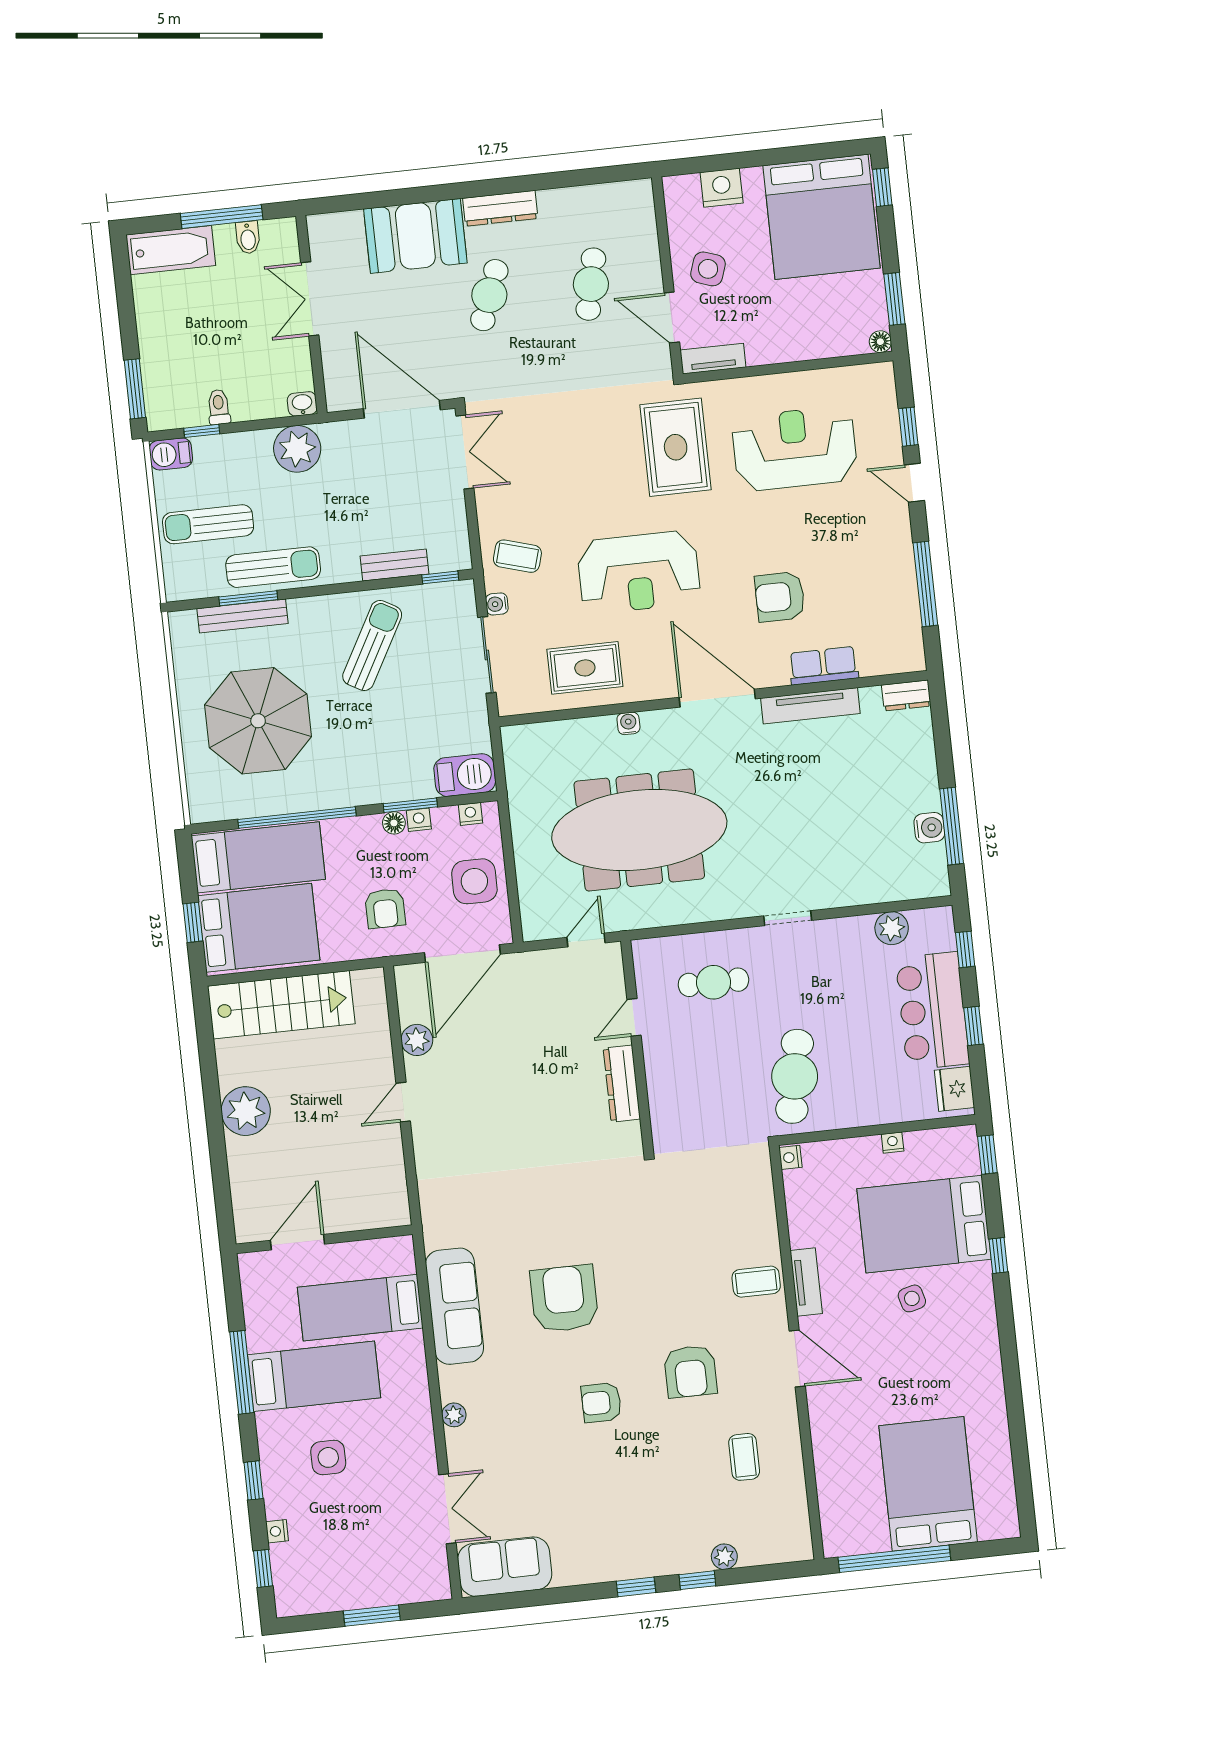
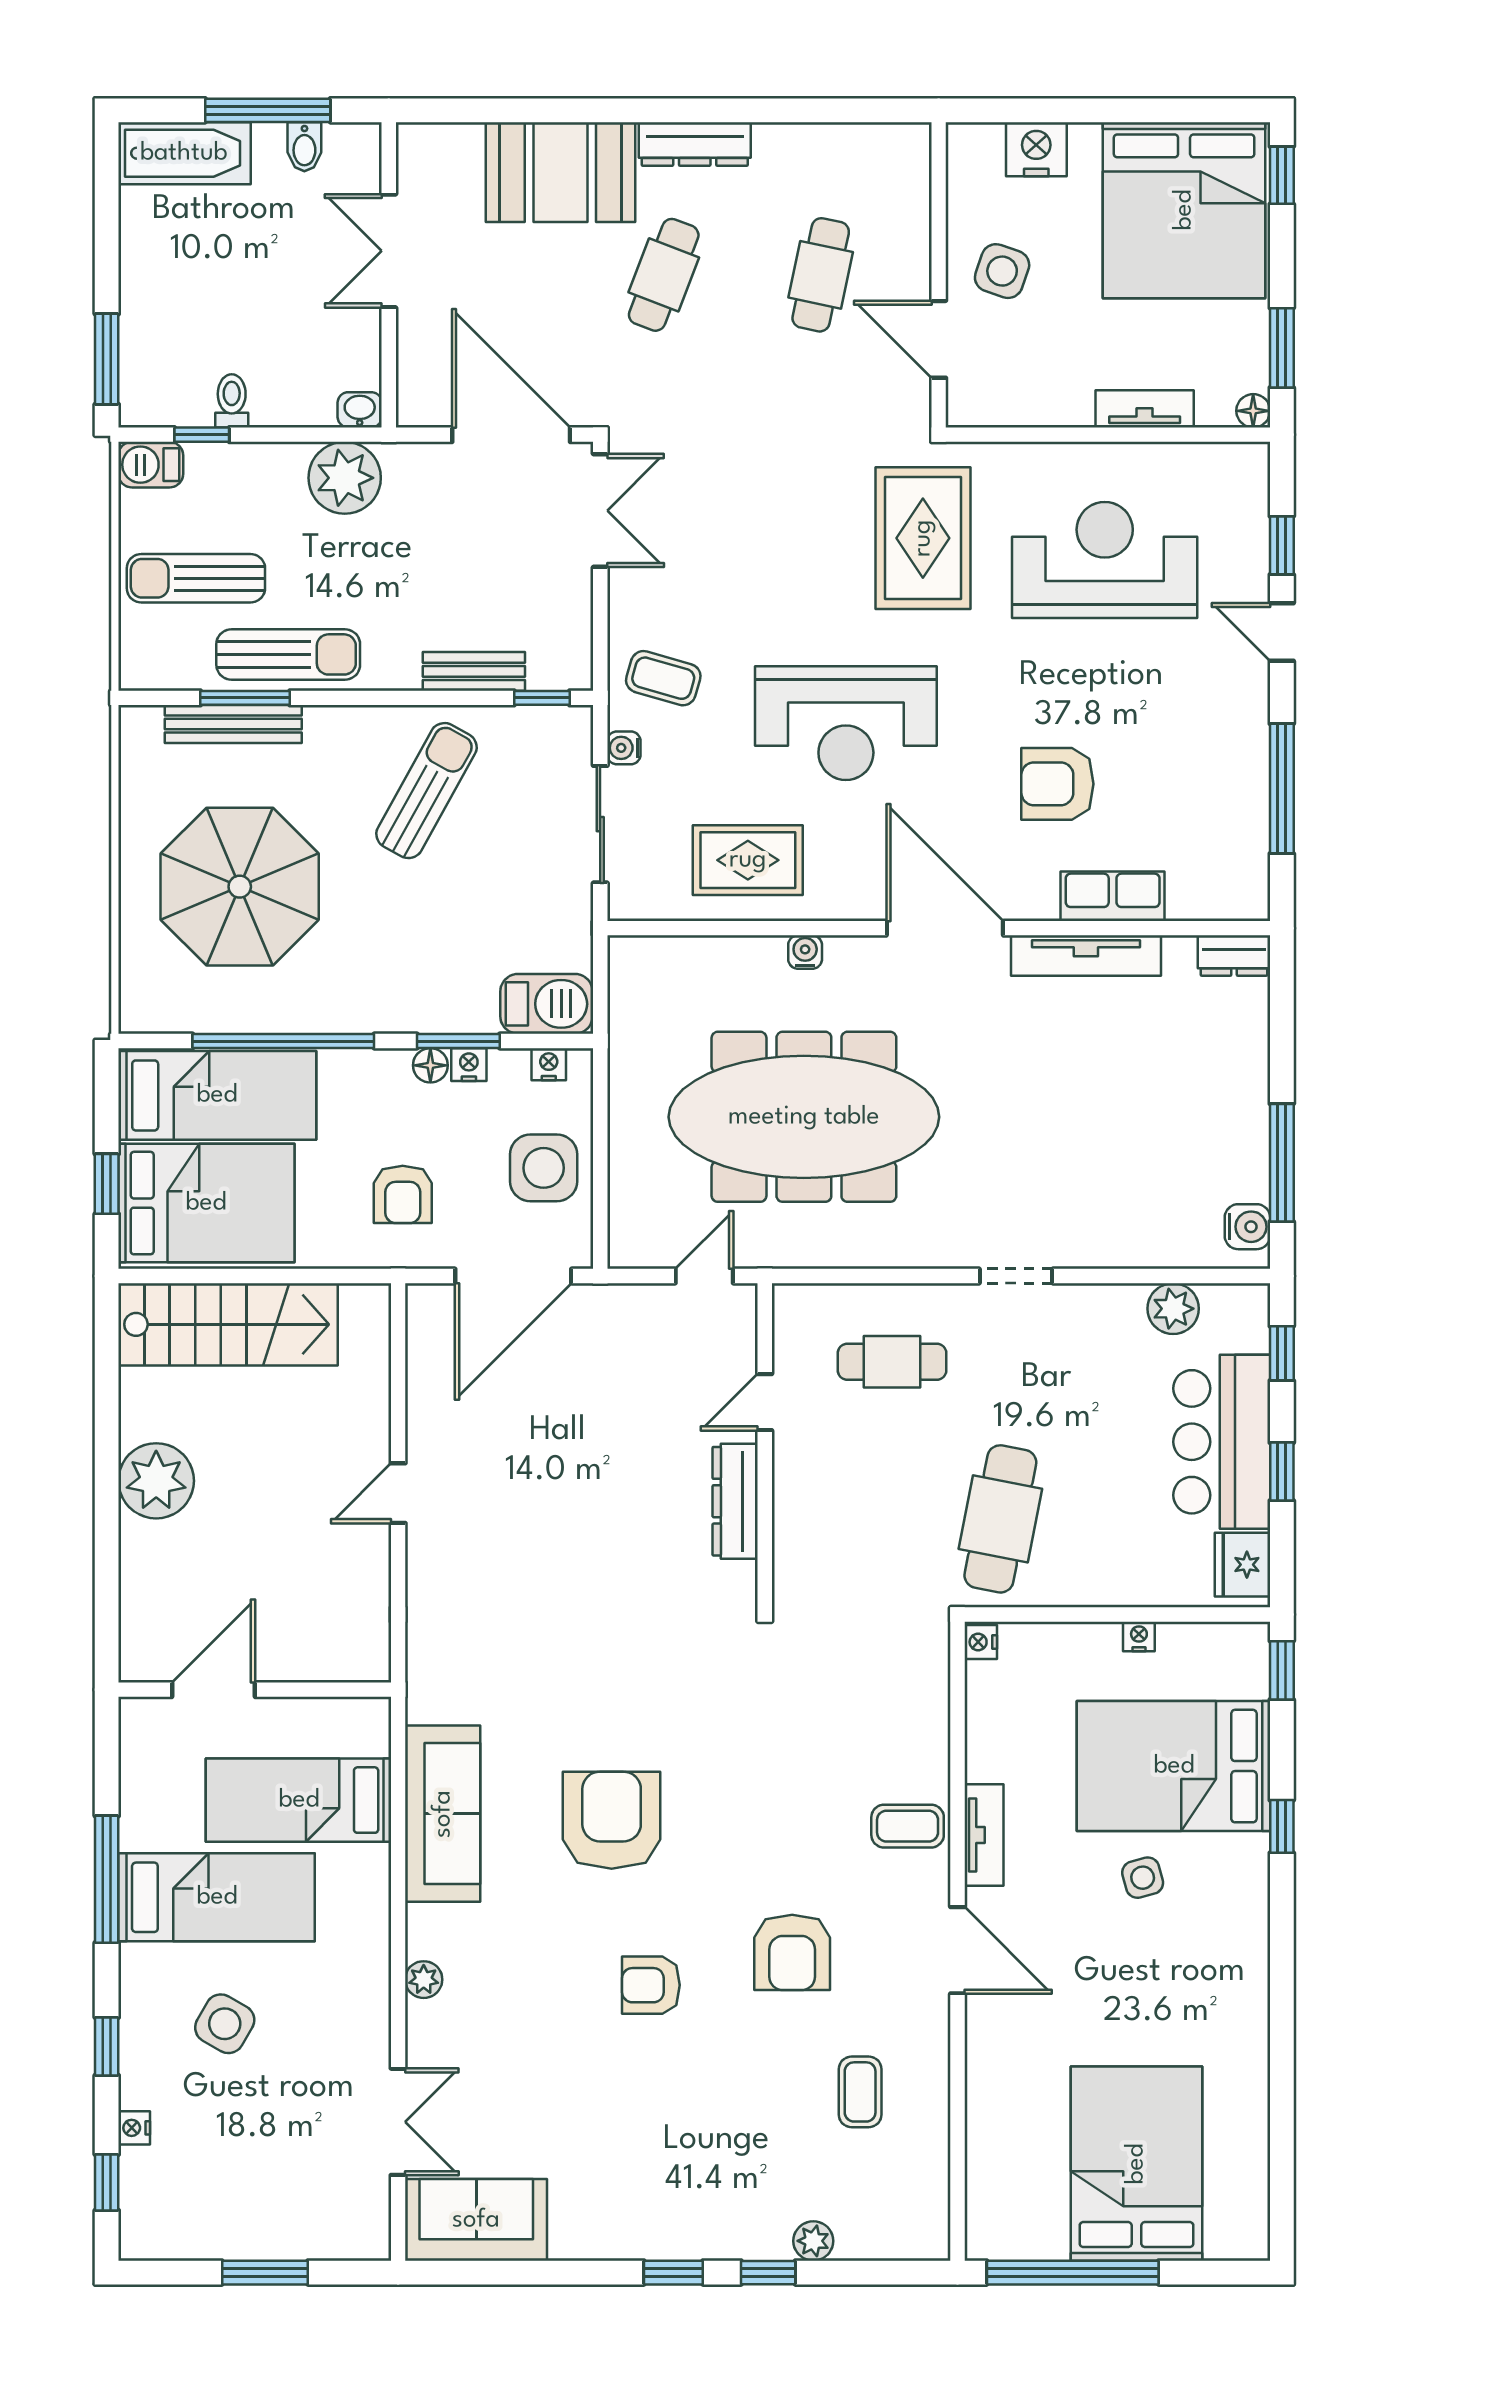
tv unit: (713, 359) -> (1145, 409), moved
water cooler: (929, 828) -> (1247, 1227), moved
plant: (417, 1040) -> (429, 1401), removed
side table: (328, 1457) -> (225, 2024), turned 30

